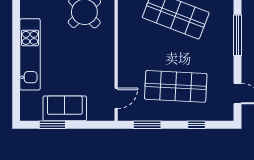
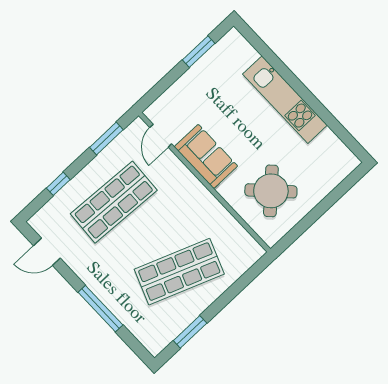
sofa: (65, 108) -> (206, 156), moved, turned -90

